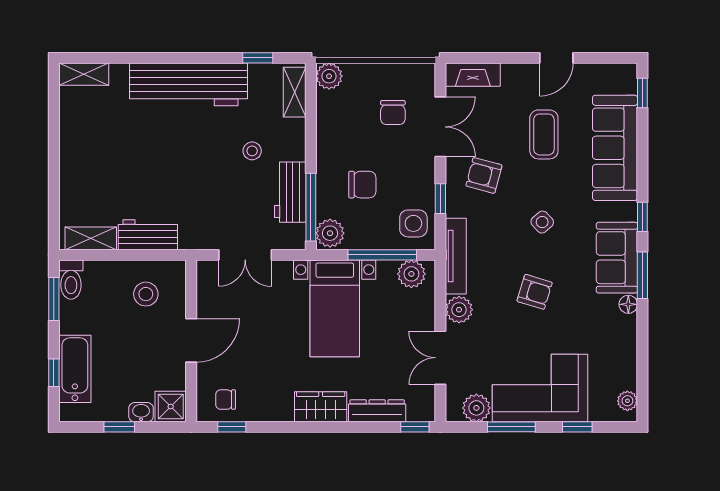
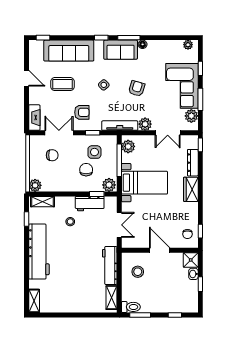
armchair: (484, 175) -> (82, 112), turned -105
window: (311, 207) -> (97, 194), width x0.46
side table: (413, 223) -> (94, 152), moved
workbench: (148, 235) -> (110, 265), width x1.38
bathtub: (75, 369) -> (173, 305), removed

